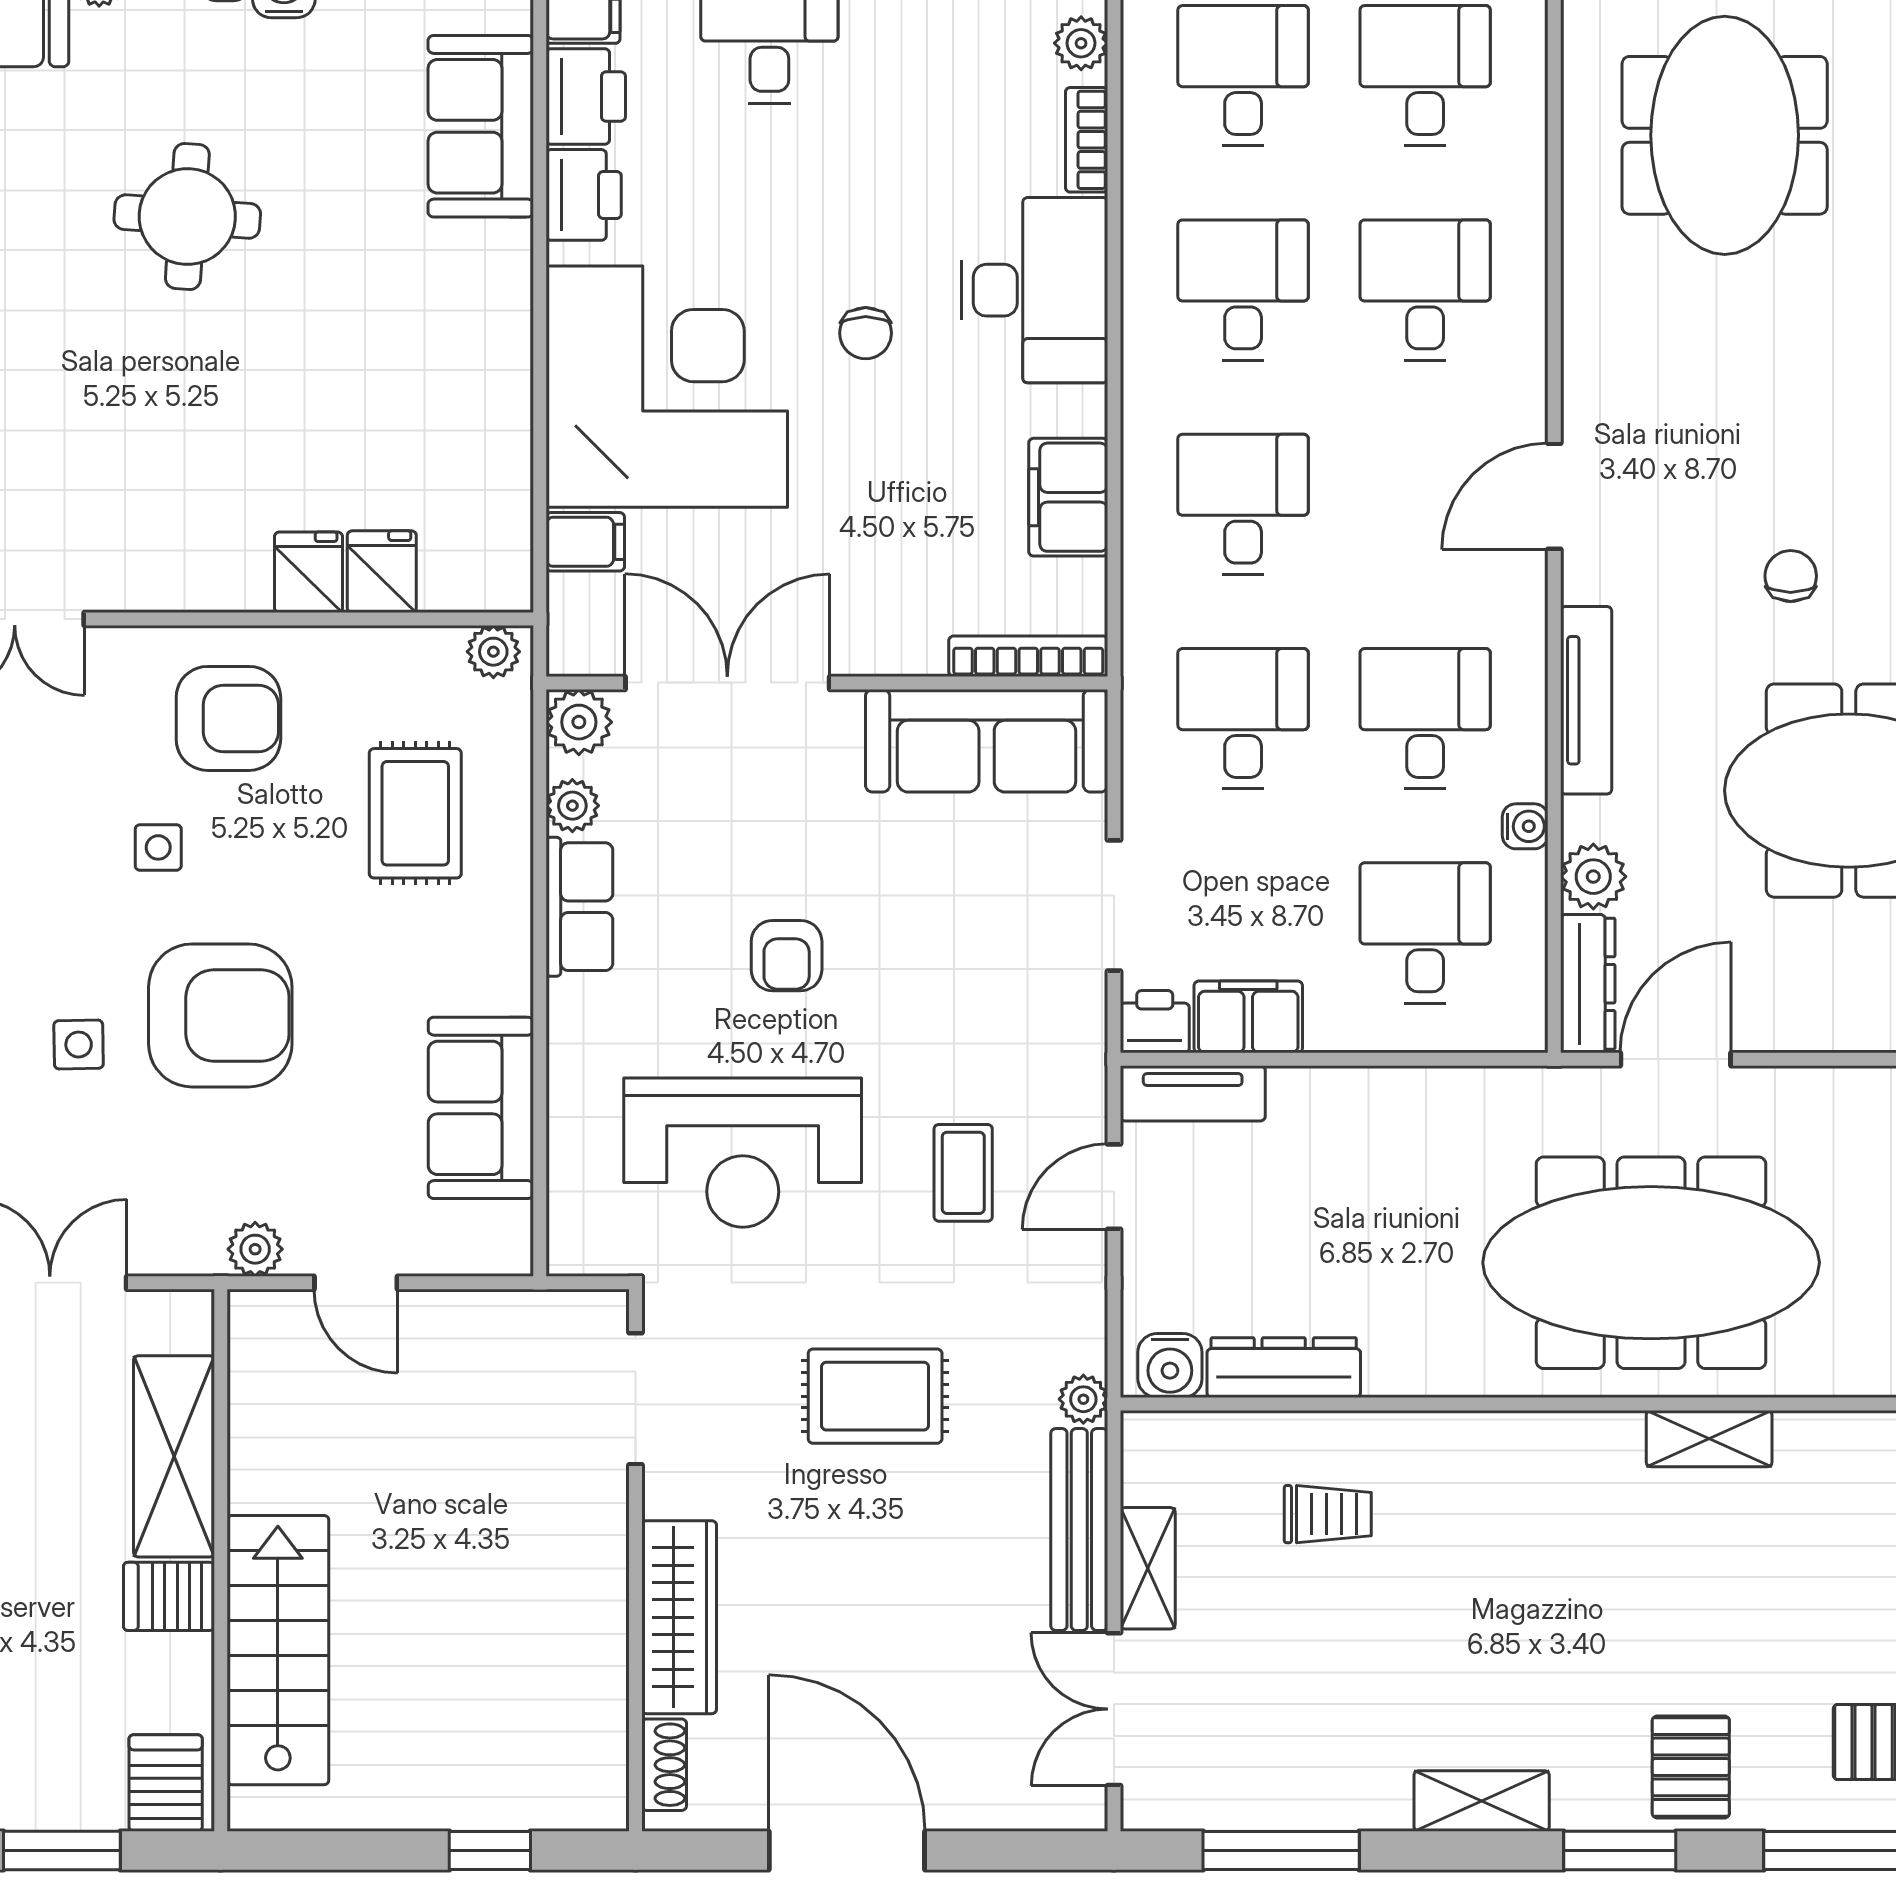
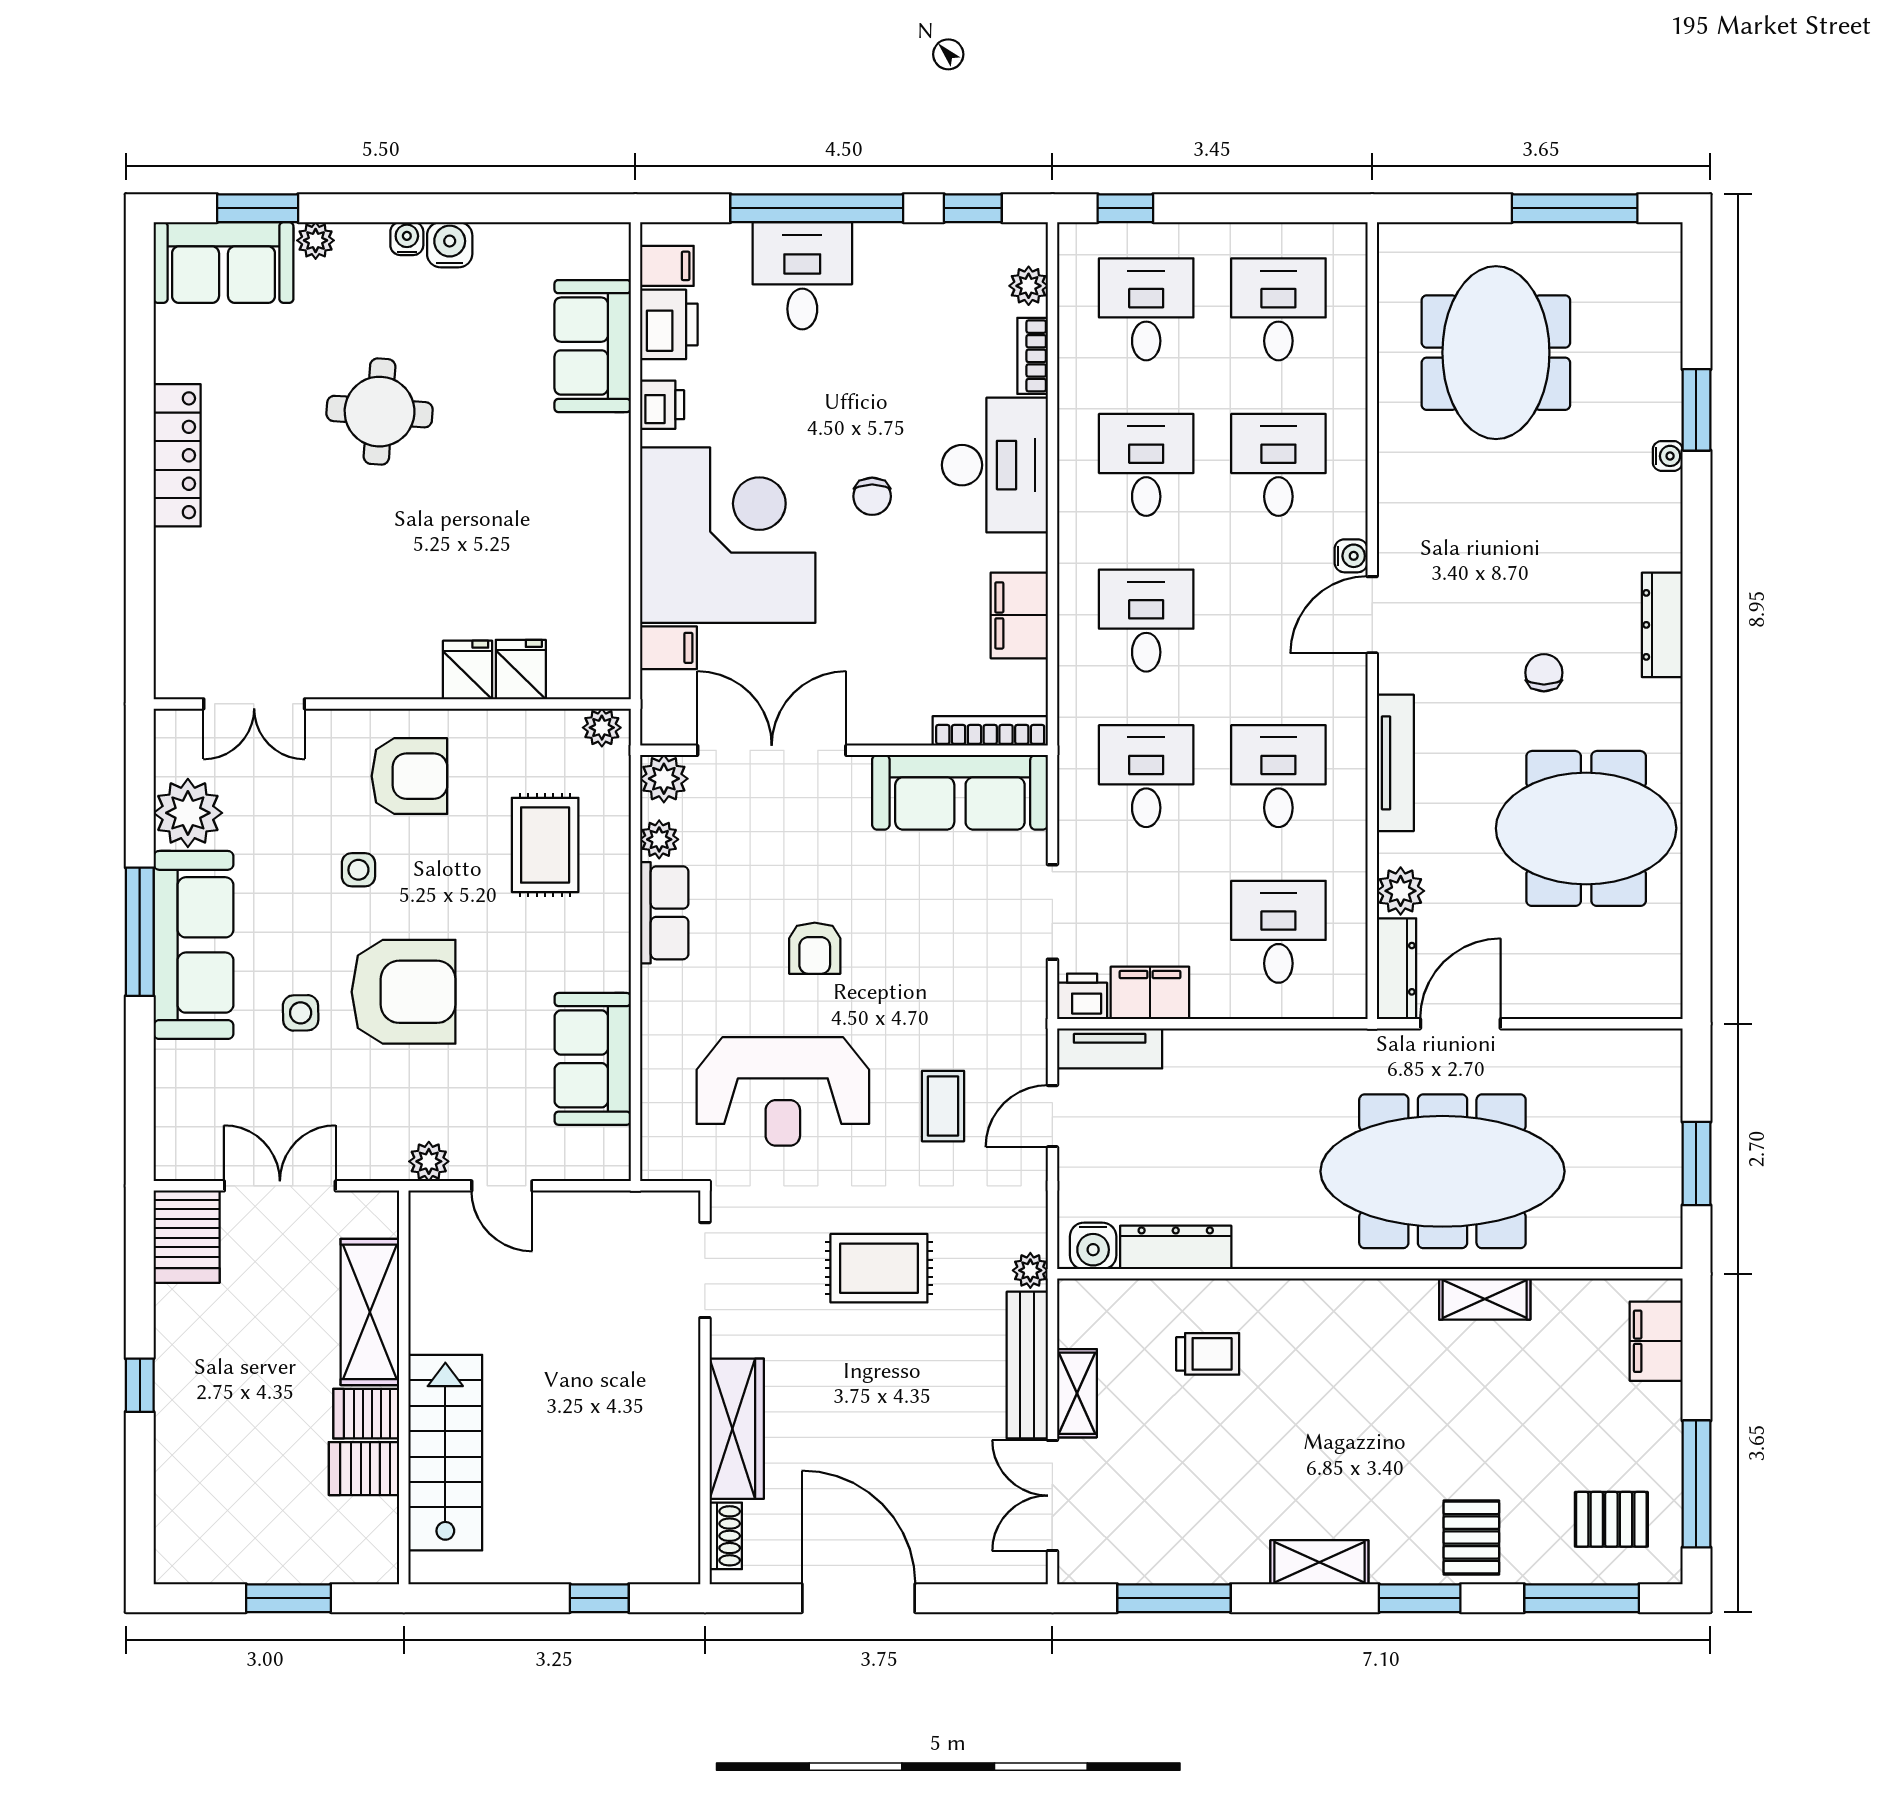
printer: (584, 195) -> (662, 405), width x0.73, depth x0.81
water cooler: (1525, 826) -> (1351, 556), moved
server rack: (166, 1783) -> (364, 1469), moved, turned -90

